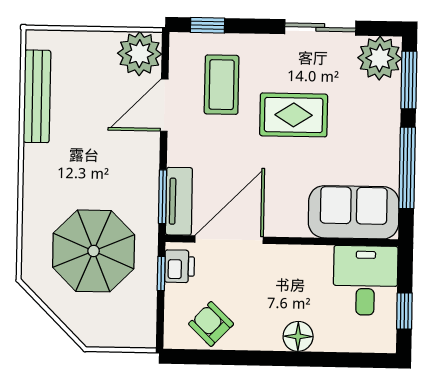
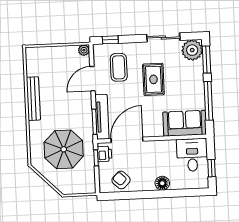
plant: (140, 54) -> (84, 50), width x0.53, depth x0.53
bench: (37, 96) -> (33, 99), moved
rug: (294, 115) -> (153, 79), turned 90
tv unit: (179, 201) -> (102, 117), width x1.41

